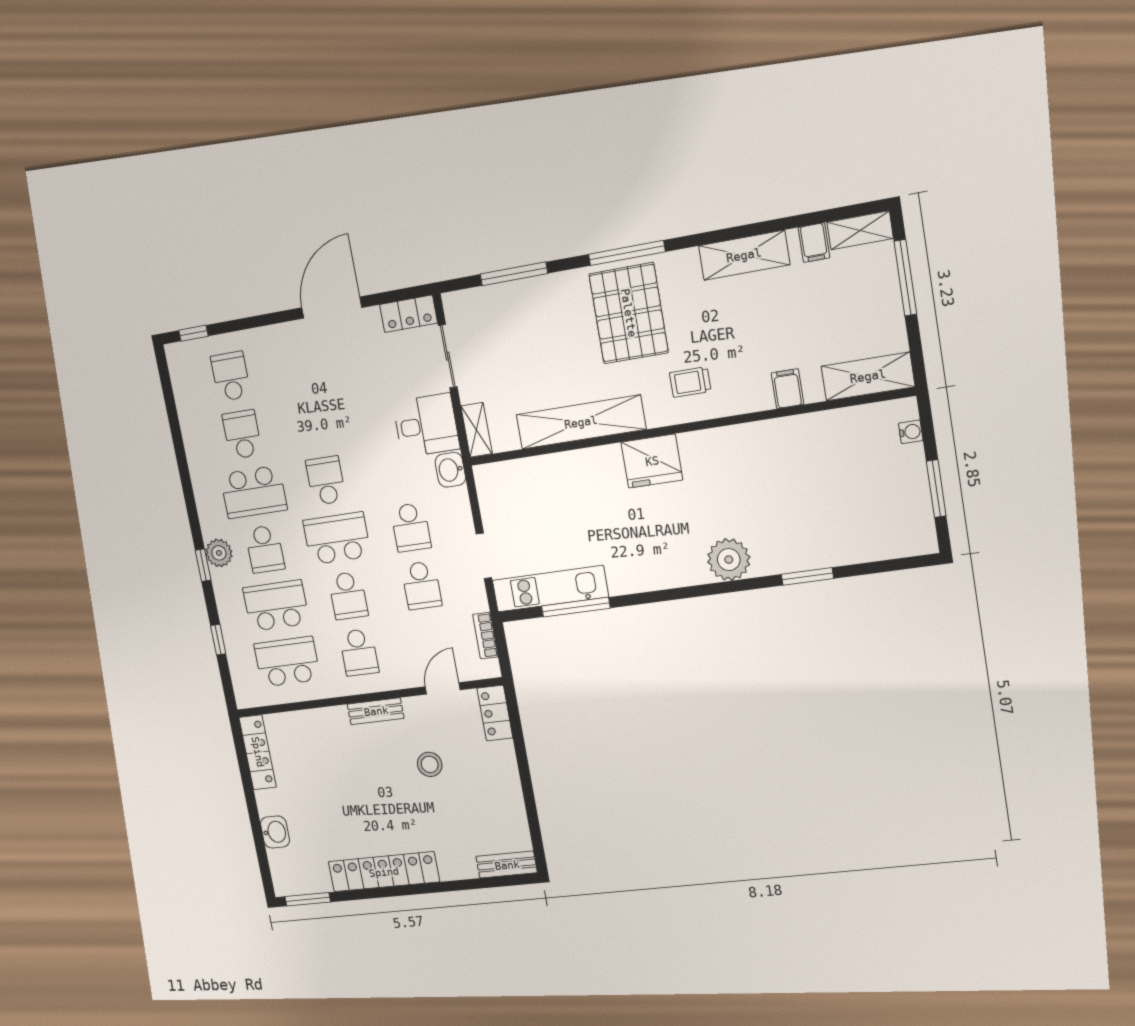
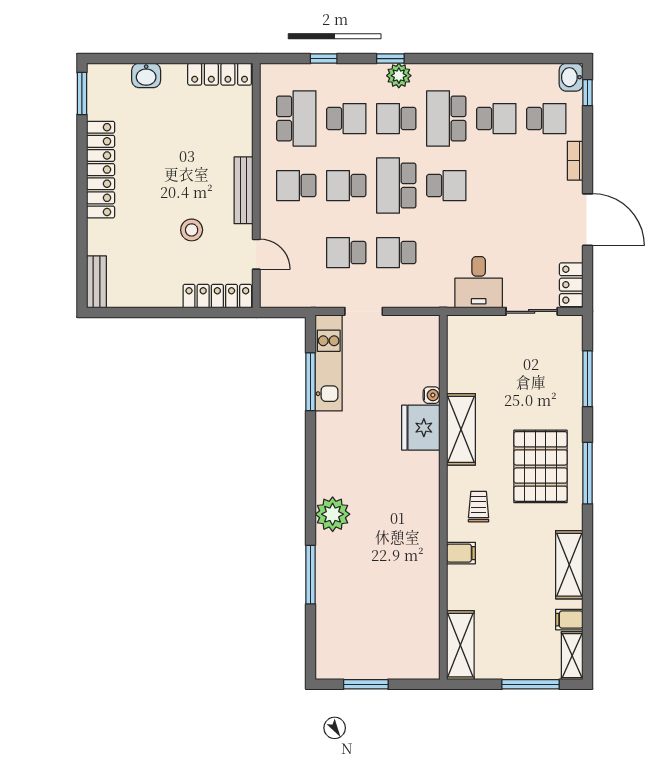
pallet: (629, 313) -> (541, 466), turned 90
filing cabinet: (787, 389) -> (461, 553), moved
shelving: (581, 422) -> (461, 429), width x0.68
shelving: (477, 430) -> (468, 324), removed
water cooler: (911, 432) -> (432, 395), moved, turned -90
fridge: (652, 461) -> (421, 428), moved
washbasin: (450, 470) -> (571, 77), moved, turned -90
school desk: (337, 538) -> (396, 186), turned 180
window: (807, 576) -> (310, 575), width x1.44
school desk: (276, 606) -> (346, 119), width x0.54
bookcase: (485, 636) -> (575, 161), moved, turned -90
bench: (376, 711) -> (243, 190), width x1.36
locker: (495, 713) -> (217, 296), width x1.53

